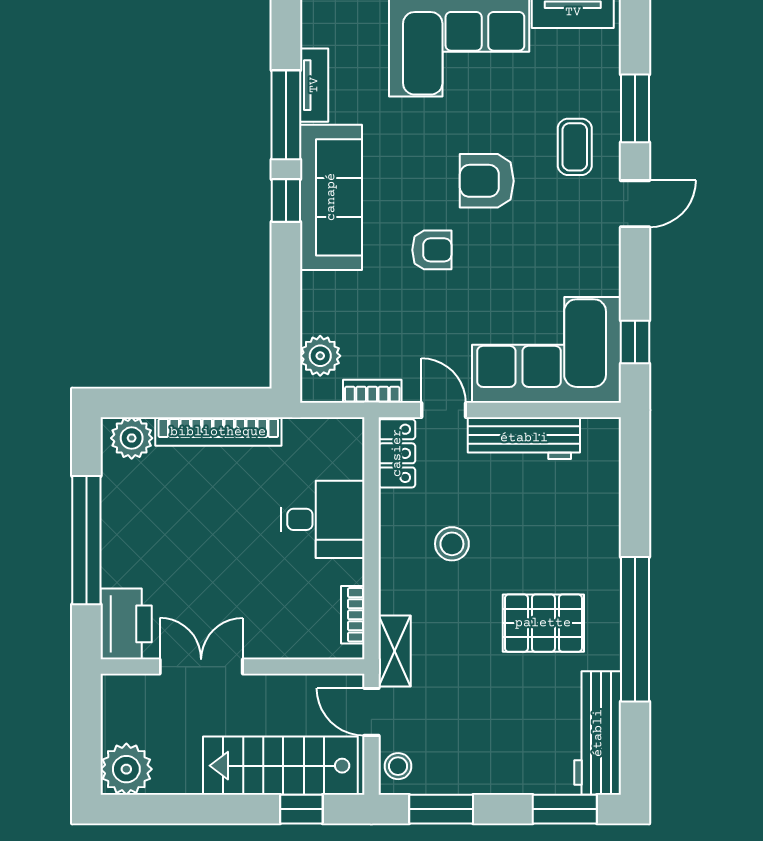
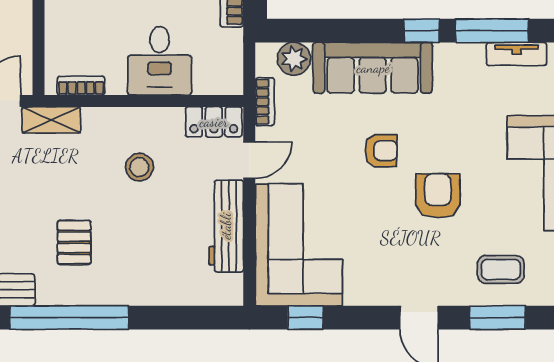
coffee table: (575, 147) -> (501, 269), moved
sofa: (331, 197) -> (373, 68), moved
armchair: (432, 250) -> (381, 151), turned -90
pallet: (543, 623) -> (74, 242), width x0.67, depth x0.71

